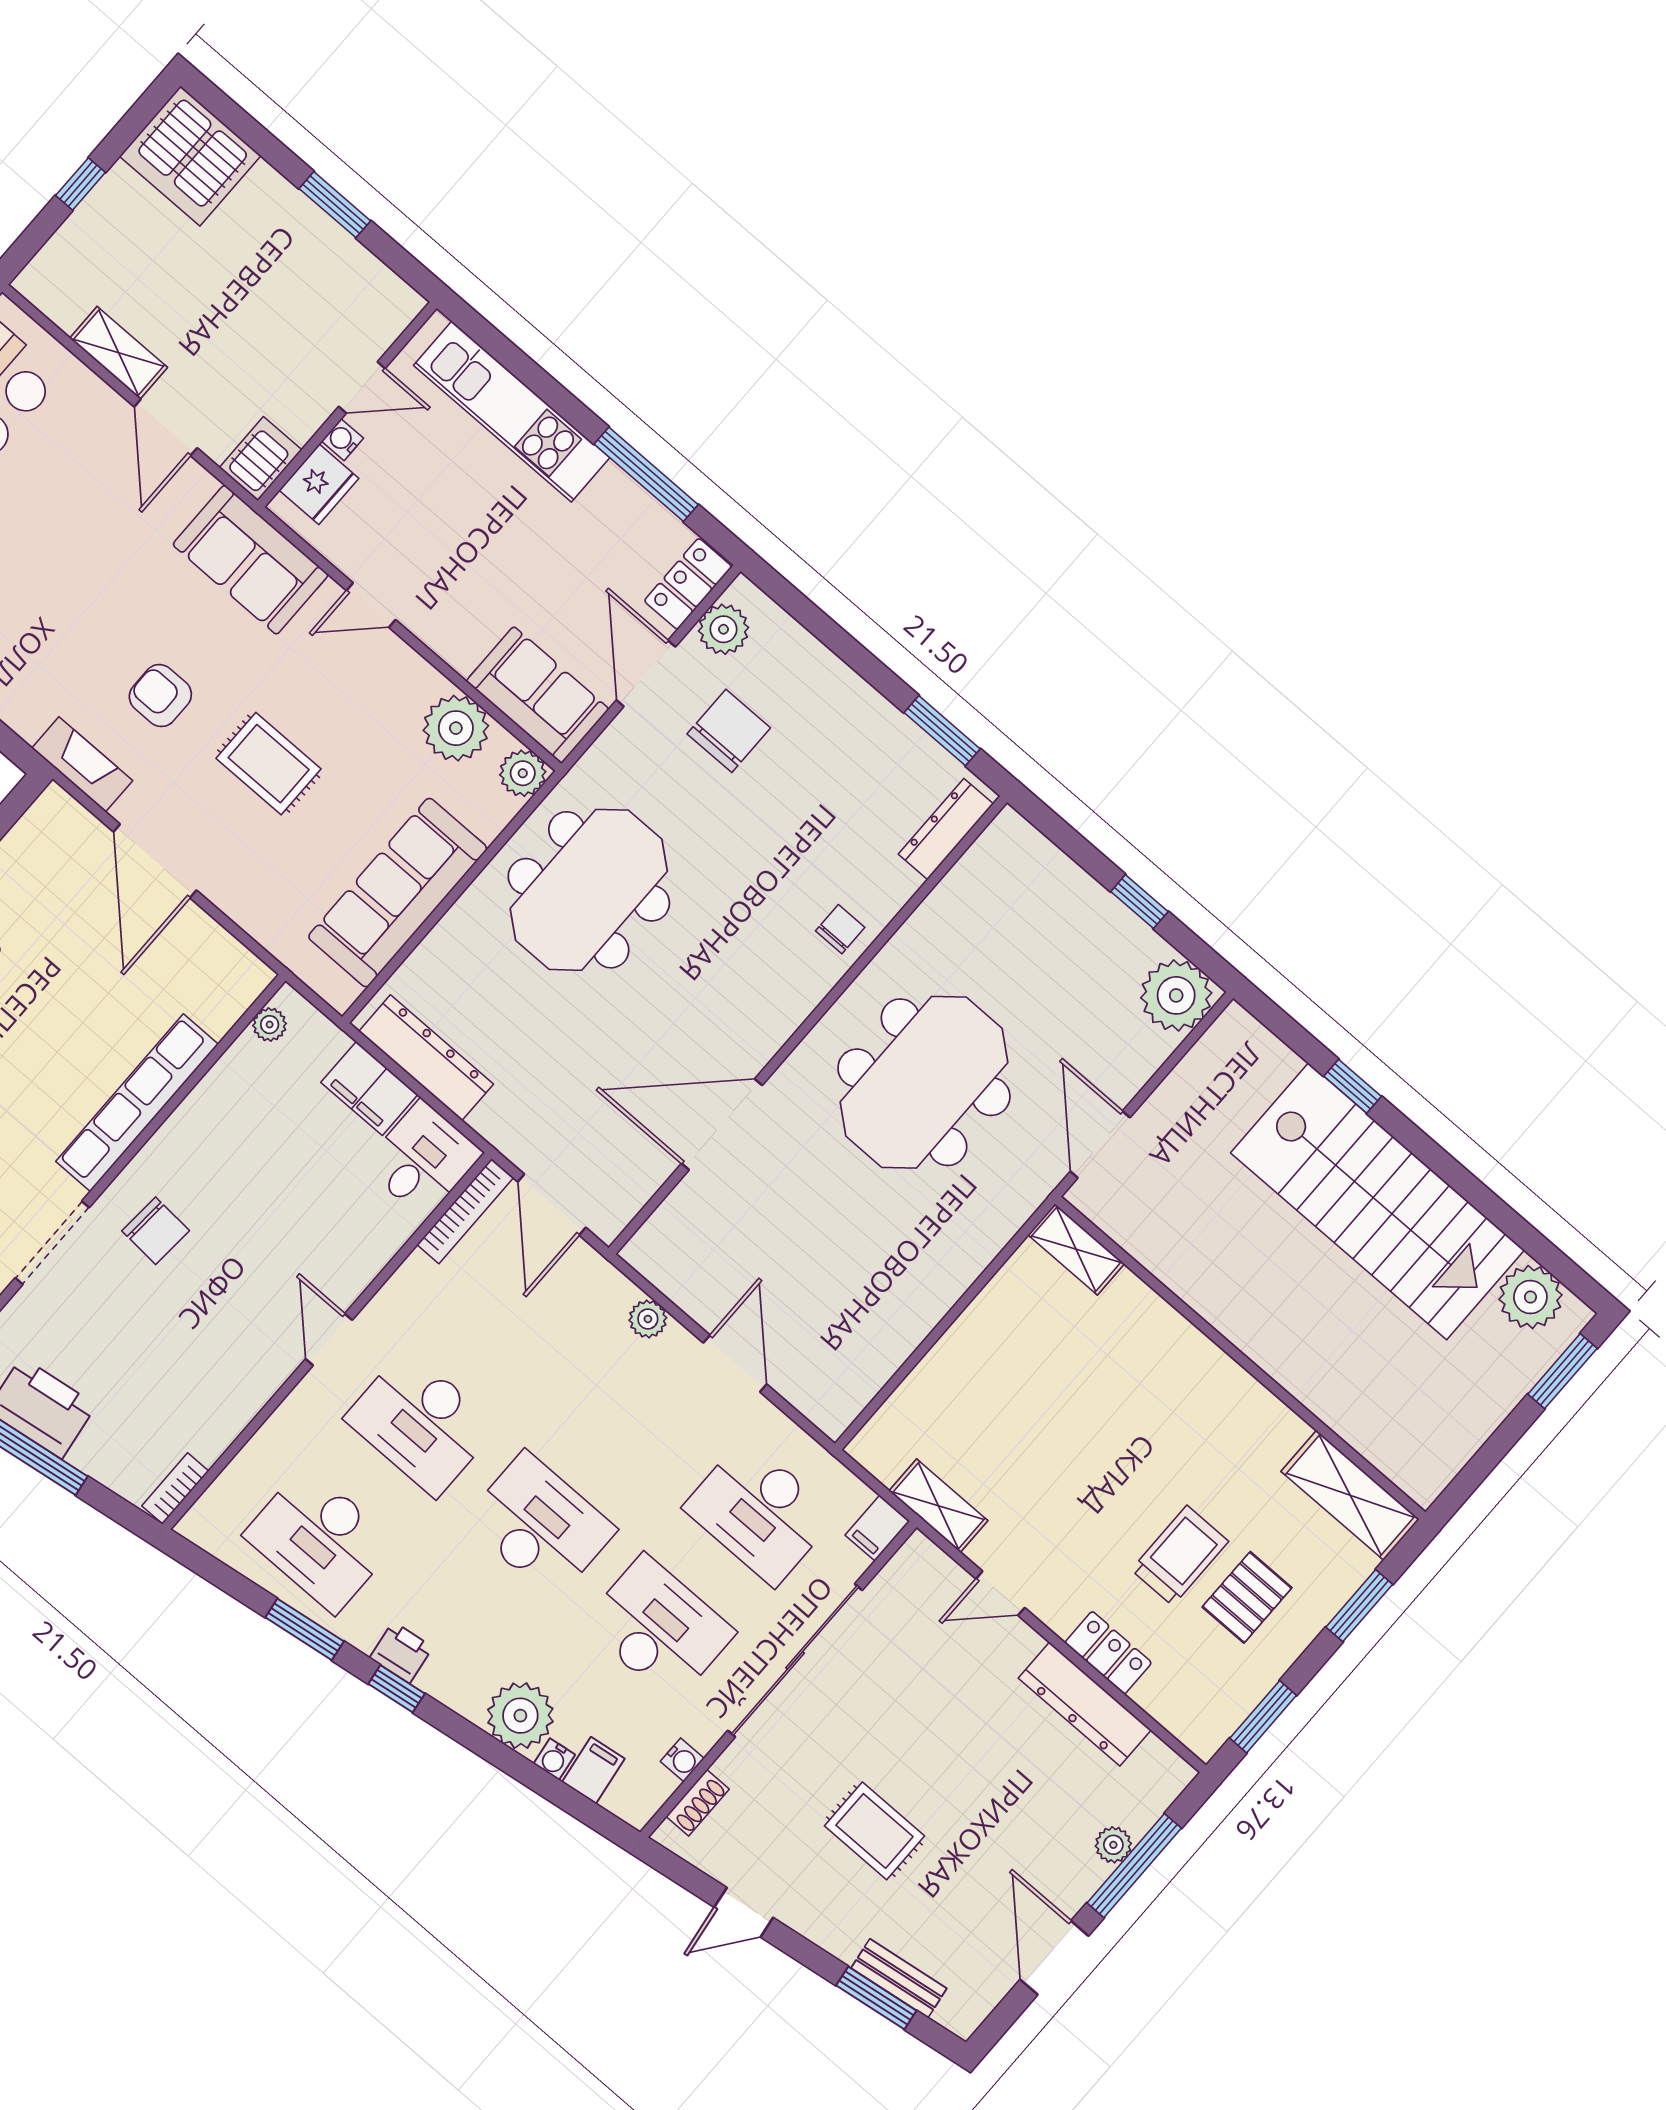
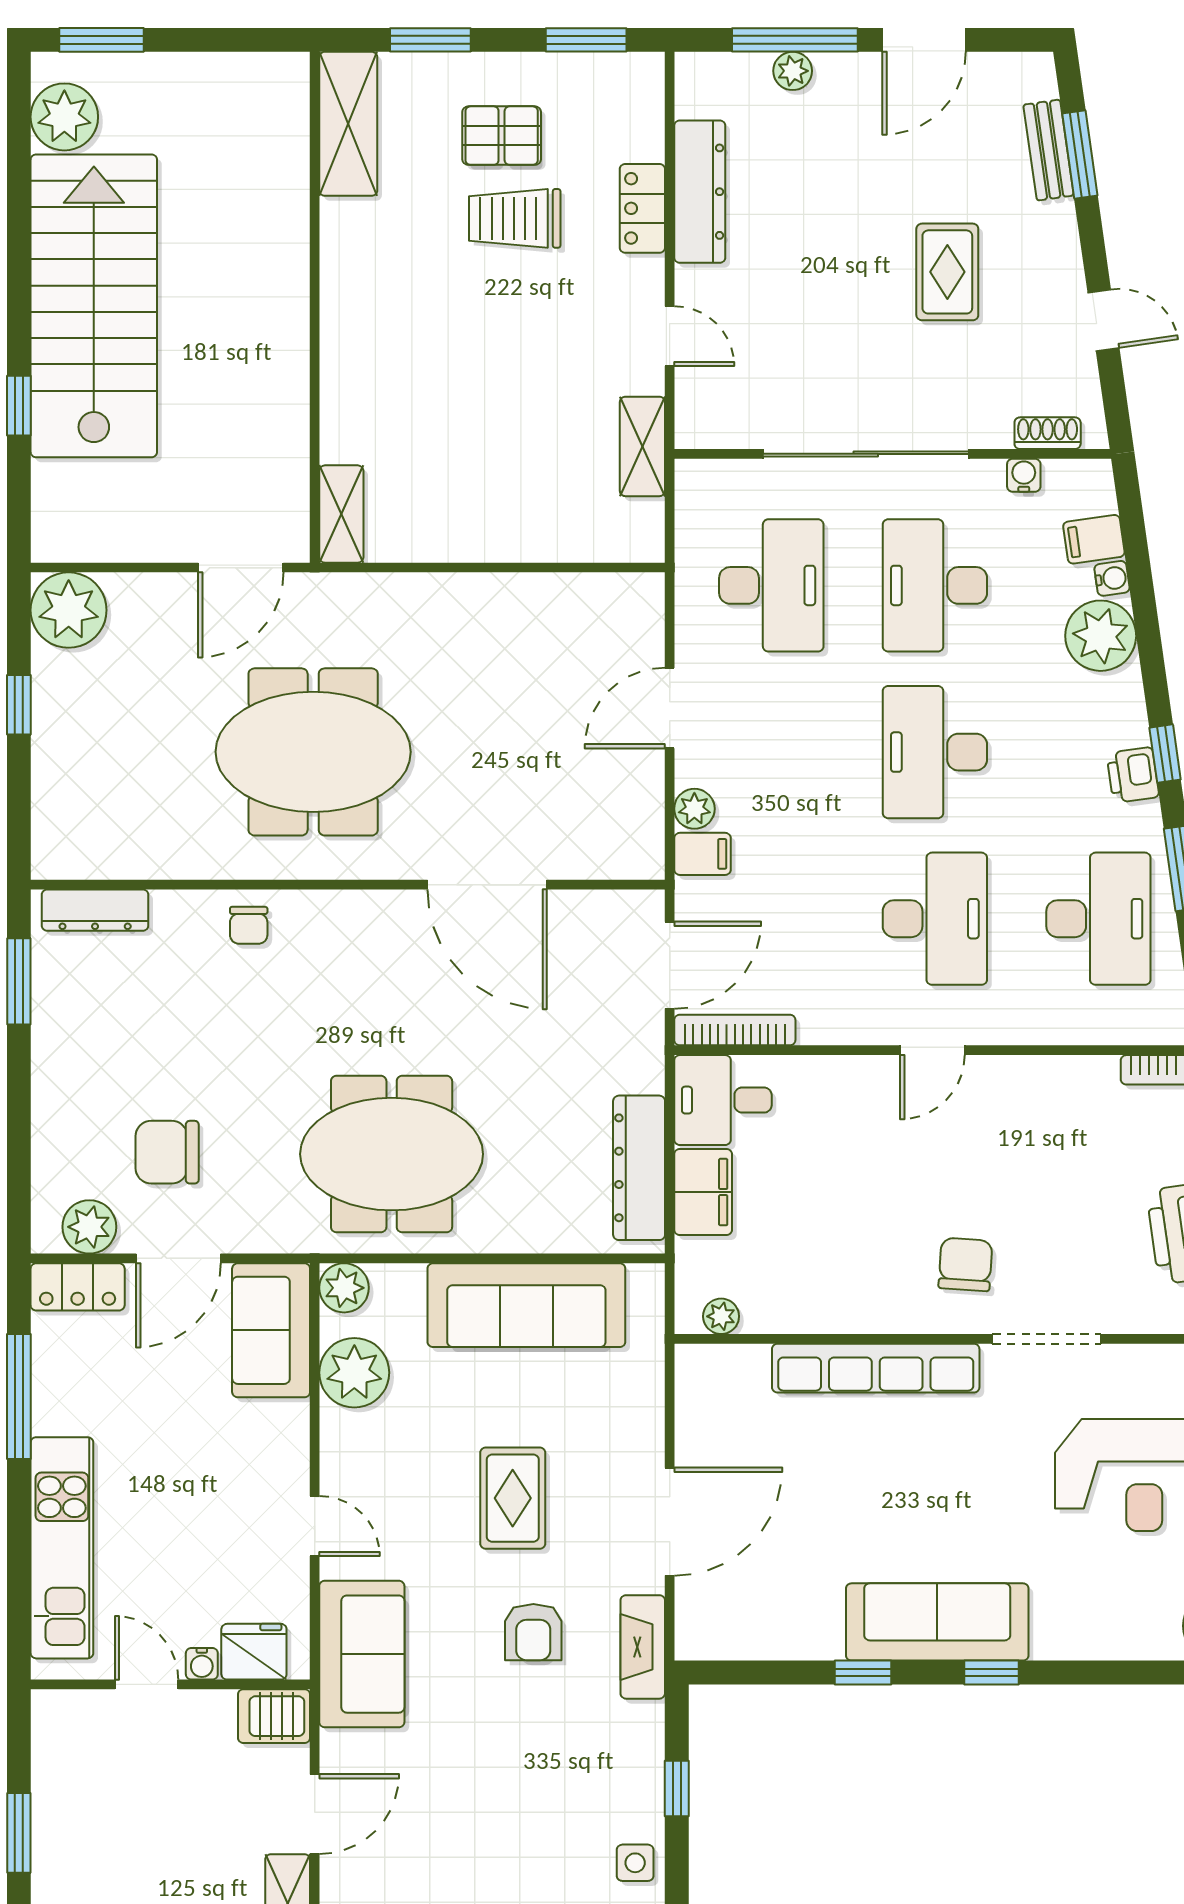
chair: (840, 929) -> (249, 925), turned -90
filing cabinet: (877, 1528) -> (703, 854), moved

